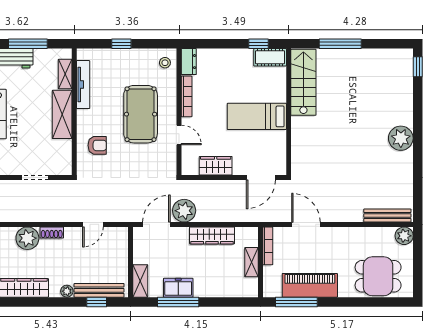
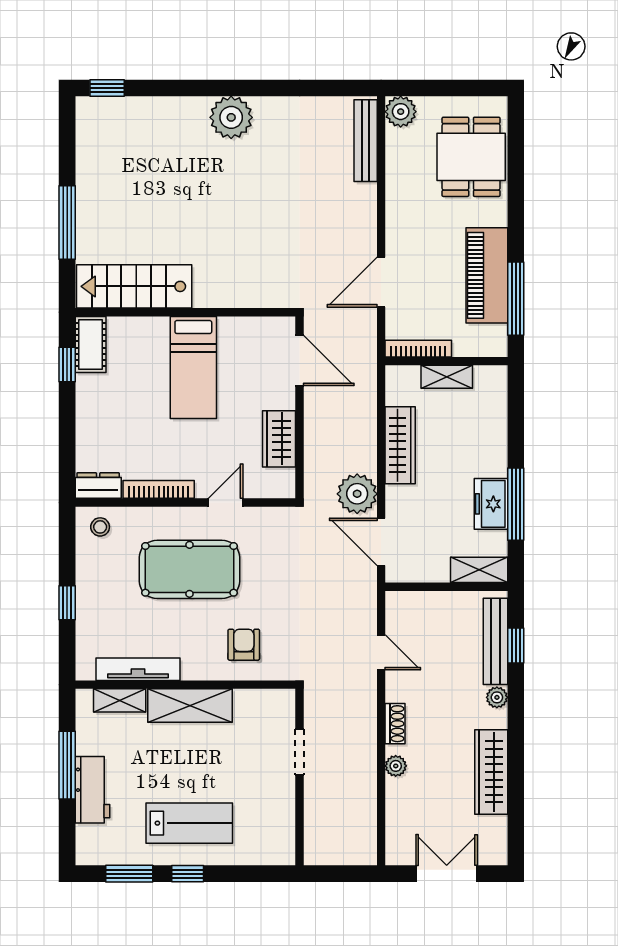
plant: (27, 238) -> (396, 766), width x0.53, depth x0.53

